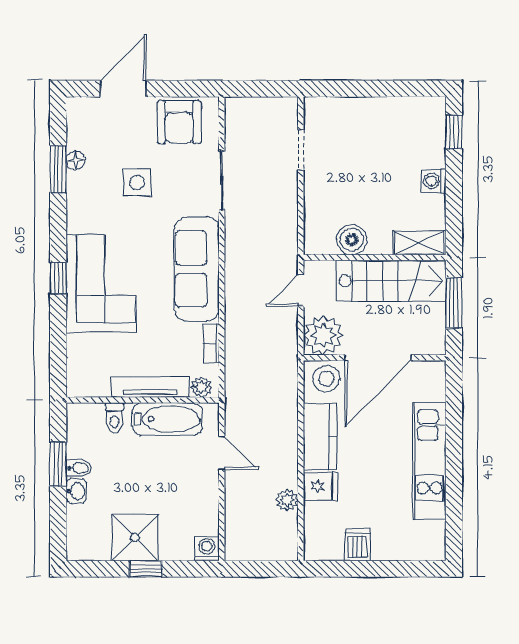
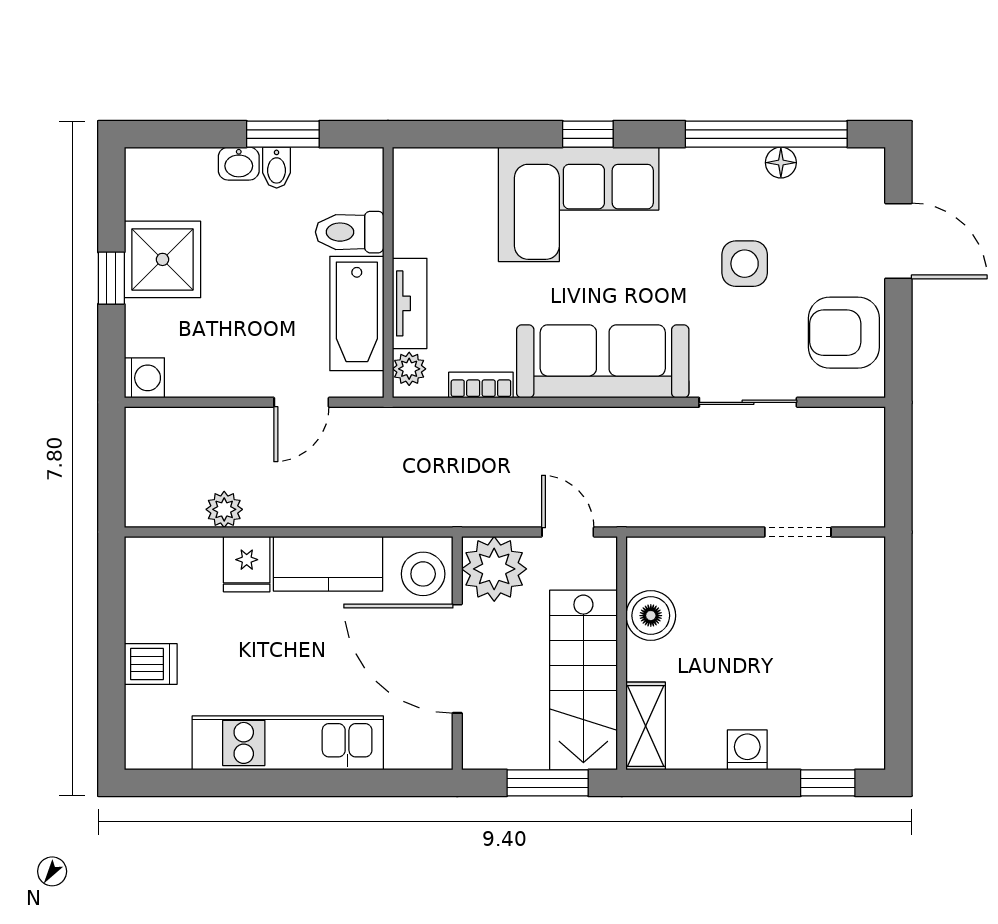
window: (58, 169) -> (766, 134), width x2.11
tv unit: (150, 387) -> (410, 303), width x0.71
toilet: (114, 418) -> (350, 232), width x1.37, depth x1.39
dishwasher: (357, 545) -> (151, 664), moved

